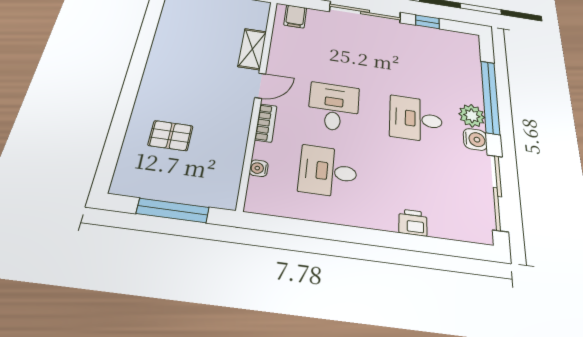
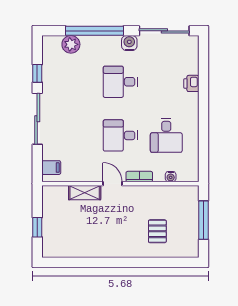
plant: (472, 116) -> (71, 44), moved
desk: (416, 119) -> (120, 82), turned 90

